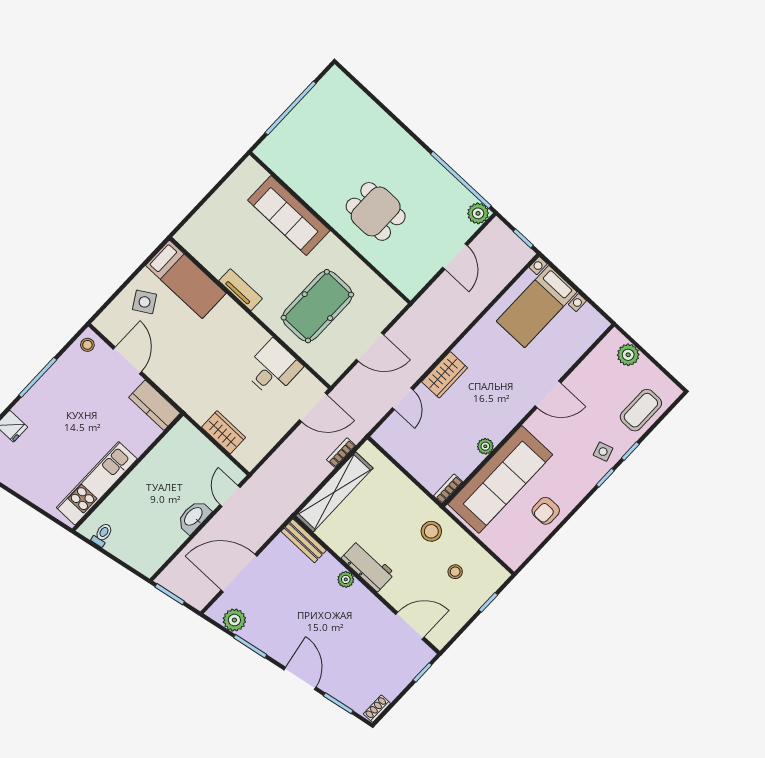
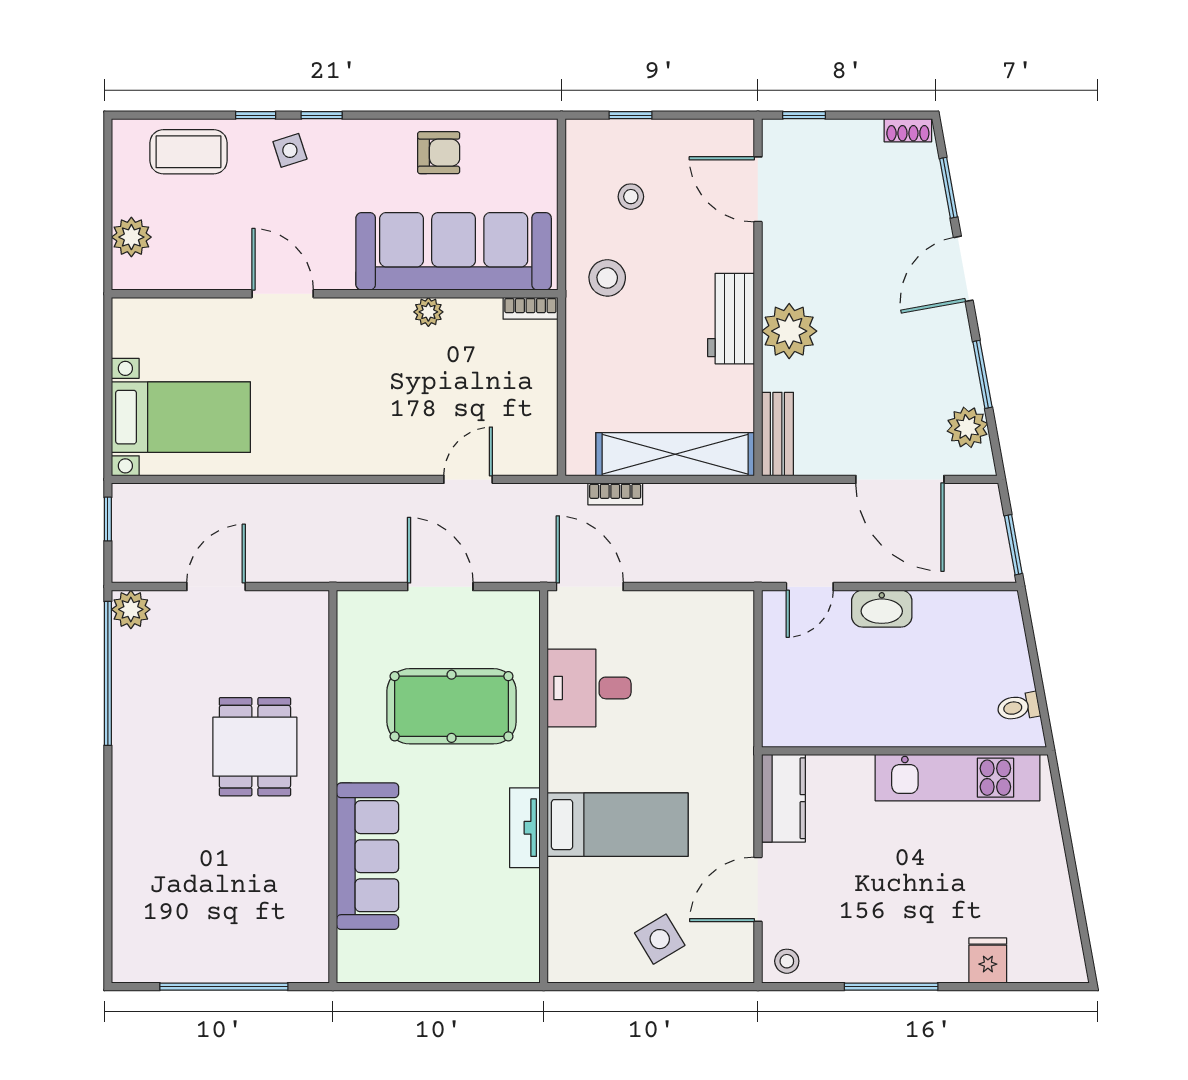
bed: (186, 279) -> (618, 825), moved, turned 90
wardrobe: (445, 375) -> (385, 454), removed
wardrobe: (224, 432) -> (734, 674), removed
plant: (346, 579) -> (789, 331), width x1.87, depth x1.87

